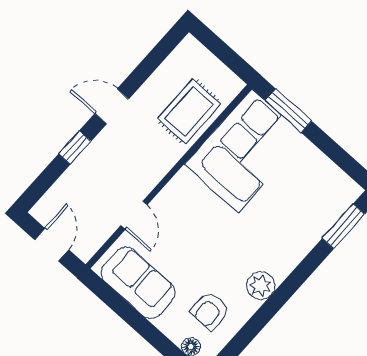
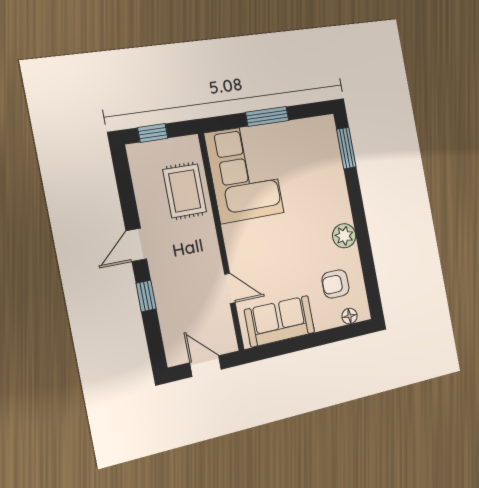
window: (217, 47) -> (153, 133), added
window: (289, 111) -> (267, 116), moved
armchair: (210, 311) -> (335, 284), turned 90

